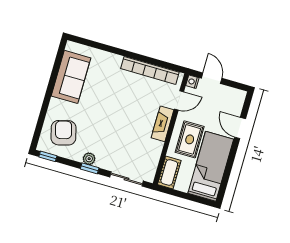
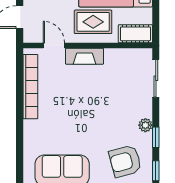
nightstand: (192, 82) -> (29, 37), removed
window: (90, 168) -> (156, 137), moved

